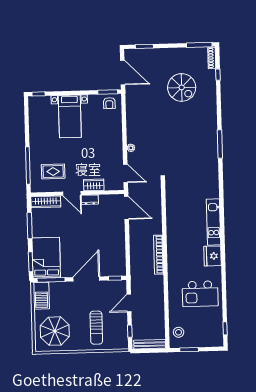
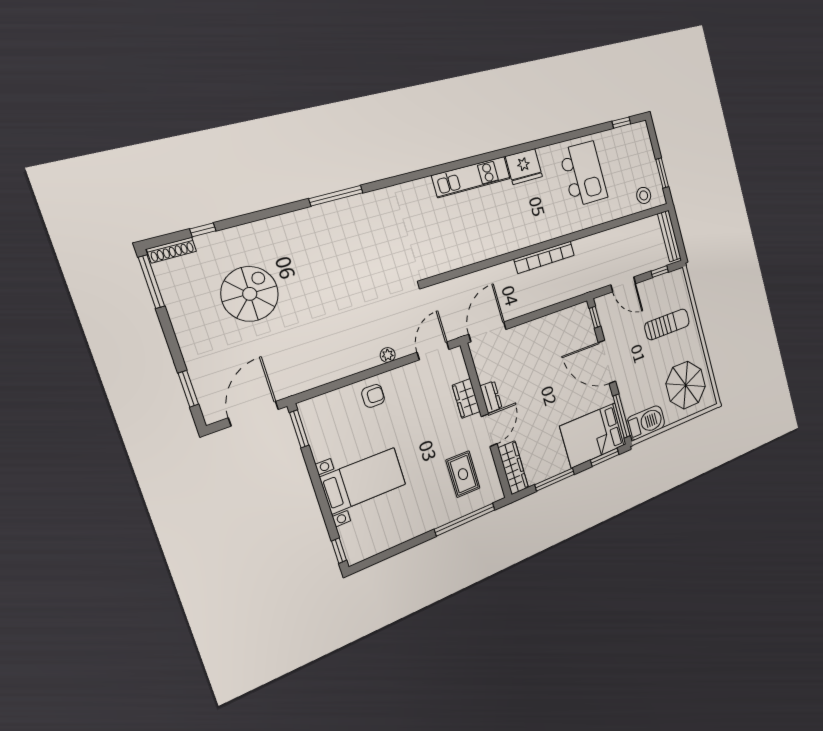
armchair: (109, 103) -> (373, 396), moved

